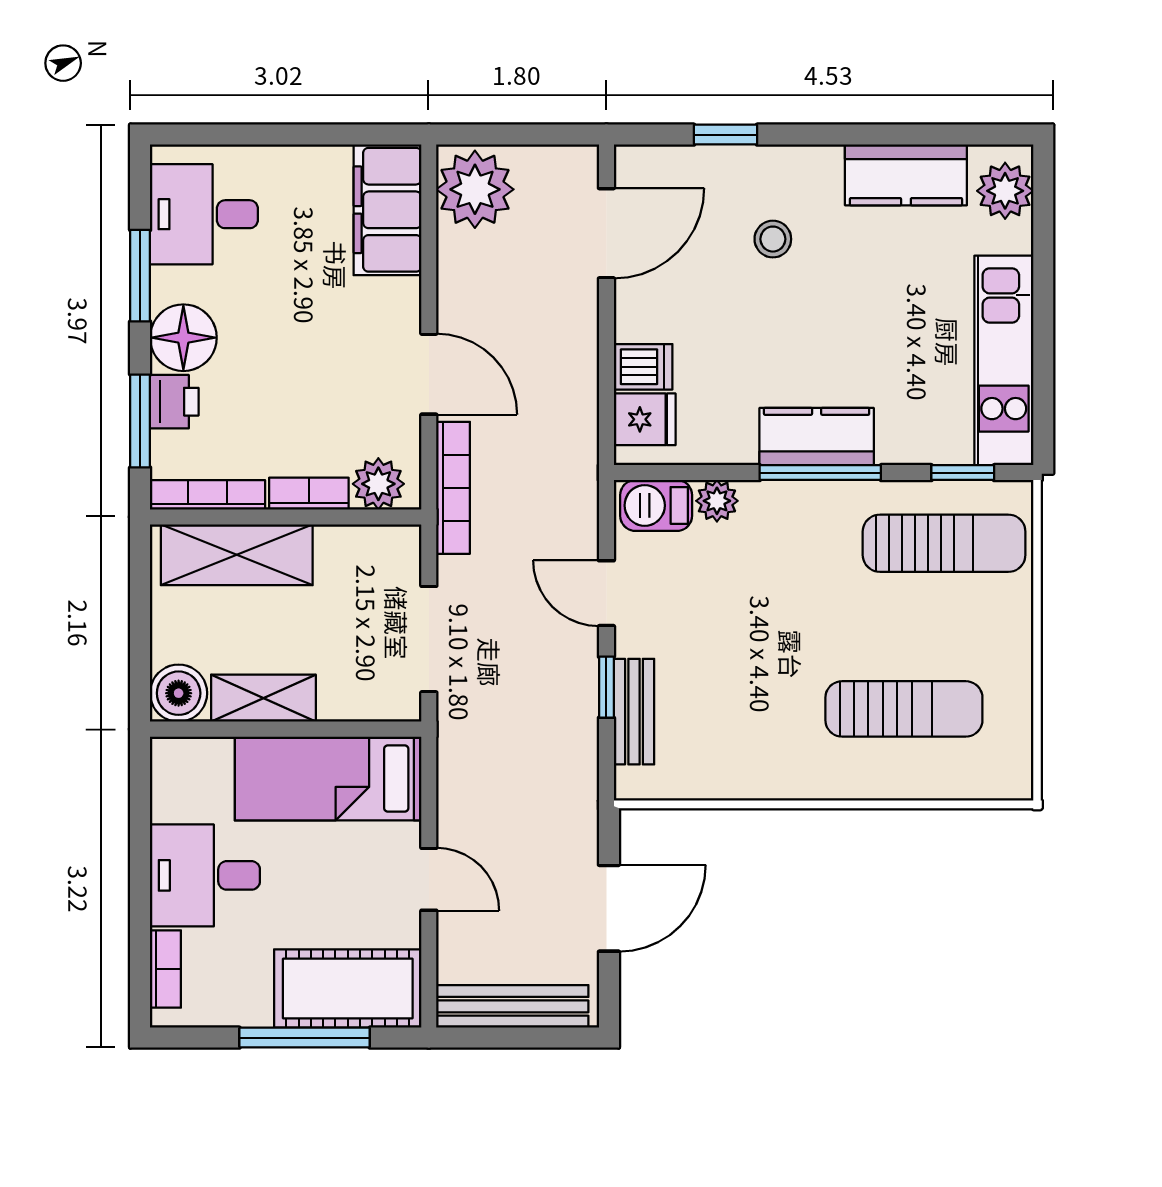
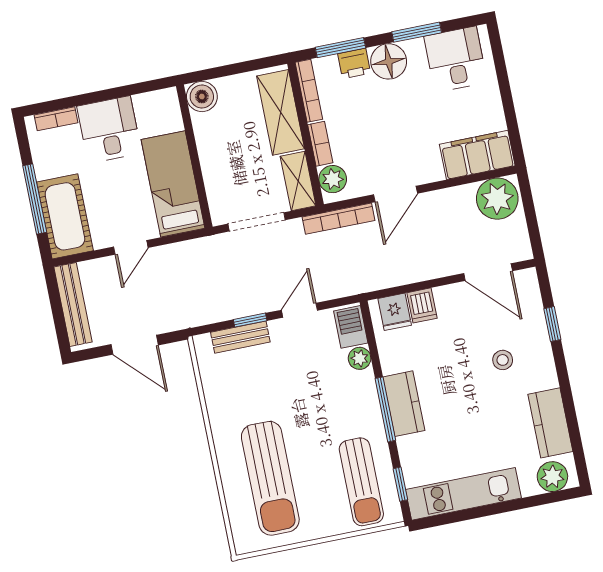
shelving: (263, 698) -> (298, 181), moved
sun lounger: (904, 709) -> (270, 478), width x1.36, depth x1.34

